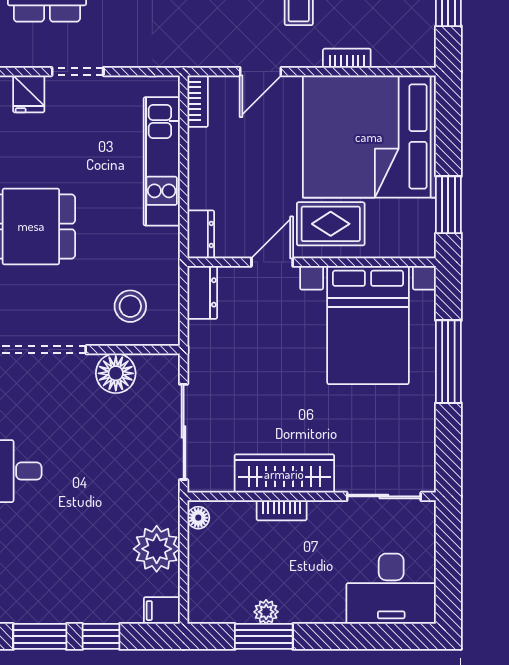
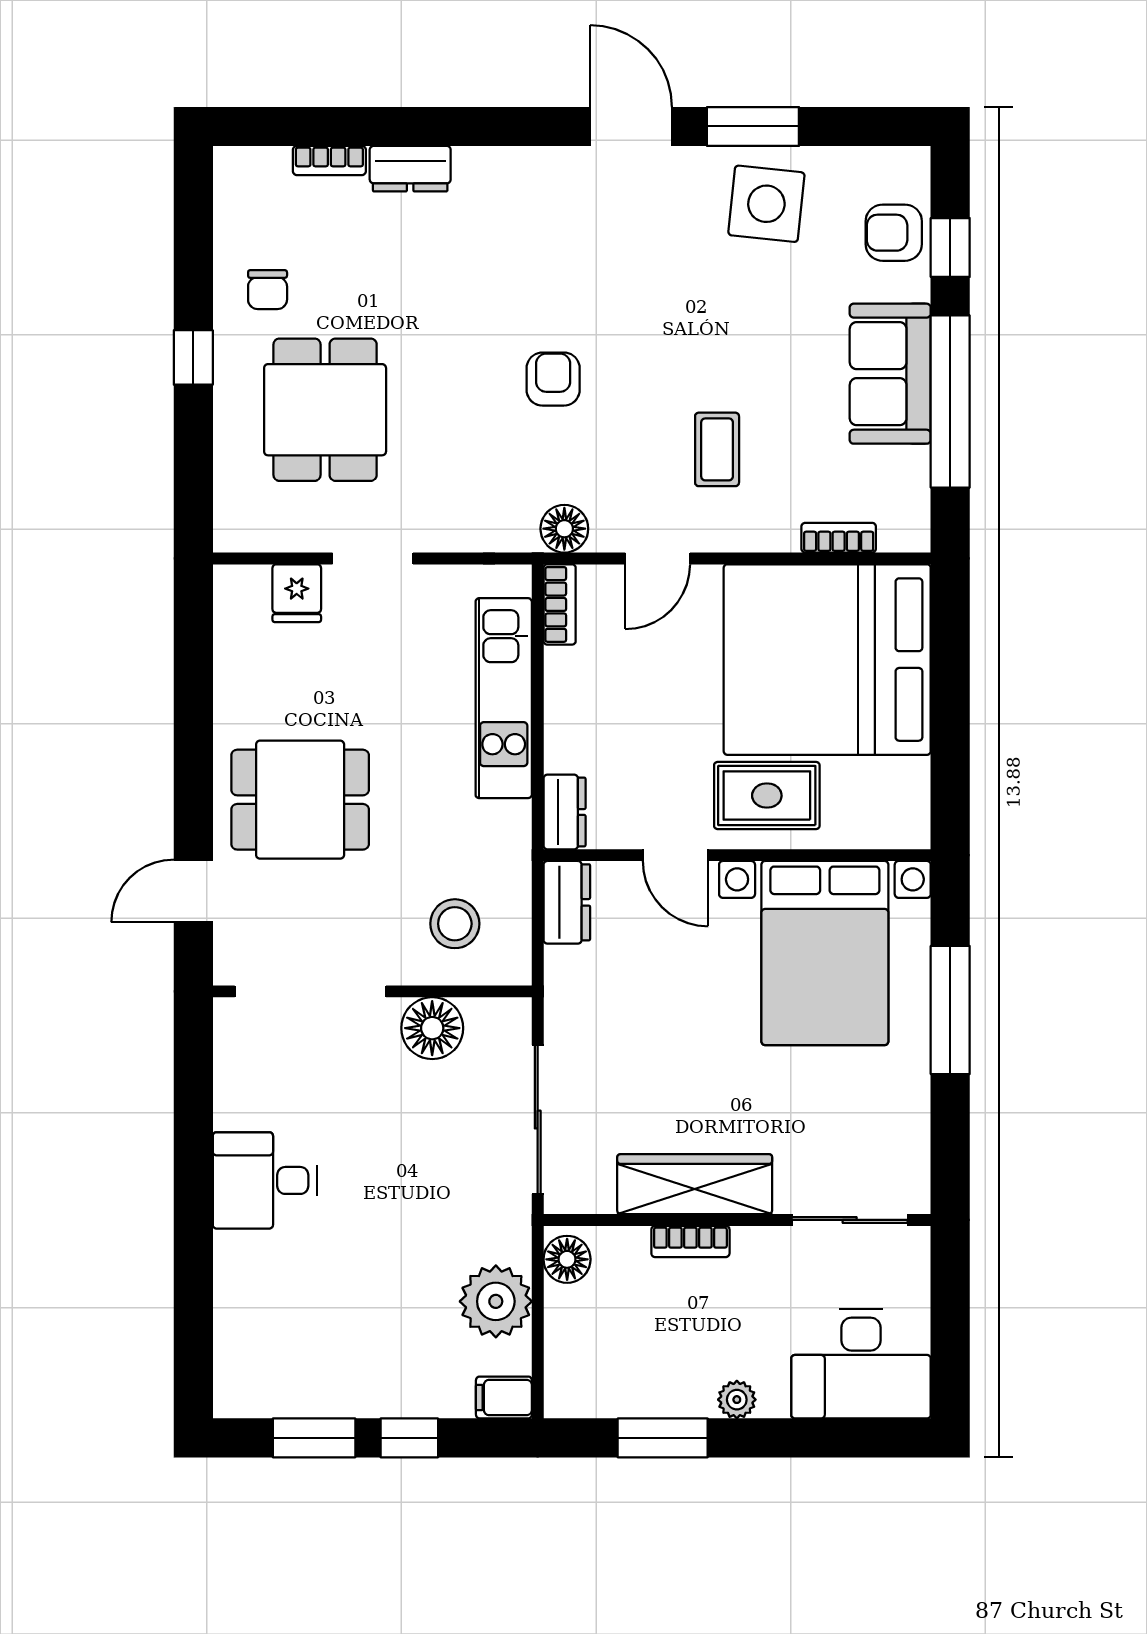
floor lamp: (201, 52) -> (564, 529), added
bookcase: (347, 58) -> (839, 538), moved
window: (448, 205) -> (950, 766), removed
door: (272, 262) -> (675, 855), swing flipped
floor lamp: (198, 518) -> (567, 1259), width x1.37, depth x1.37
plant: (266, 612) -> (737, 1400), moved

